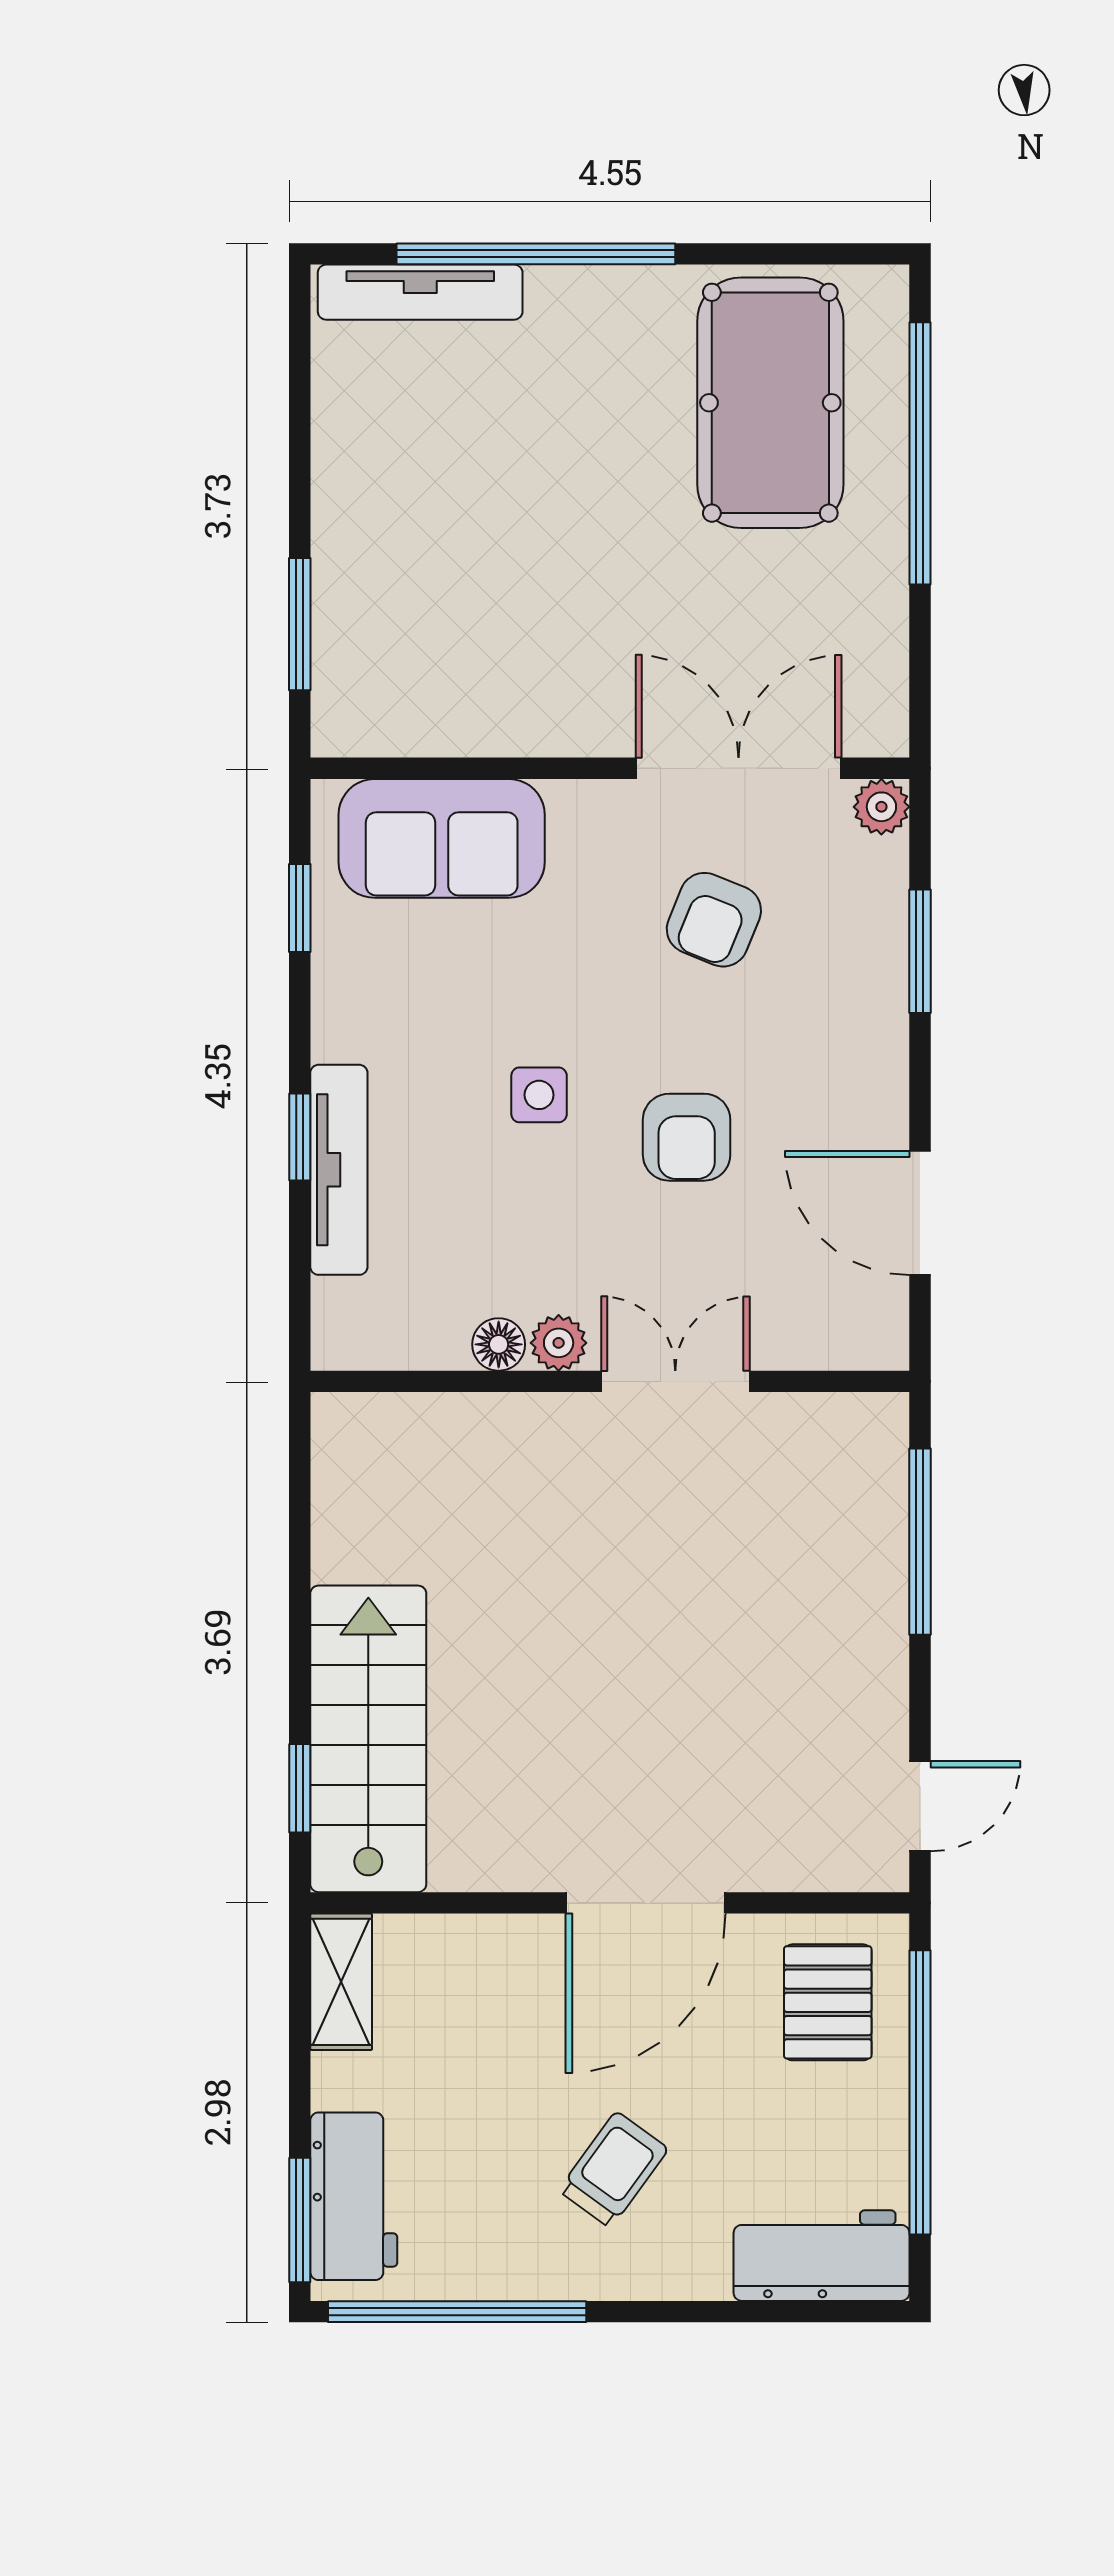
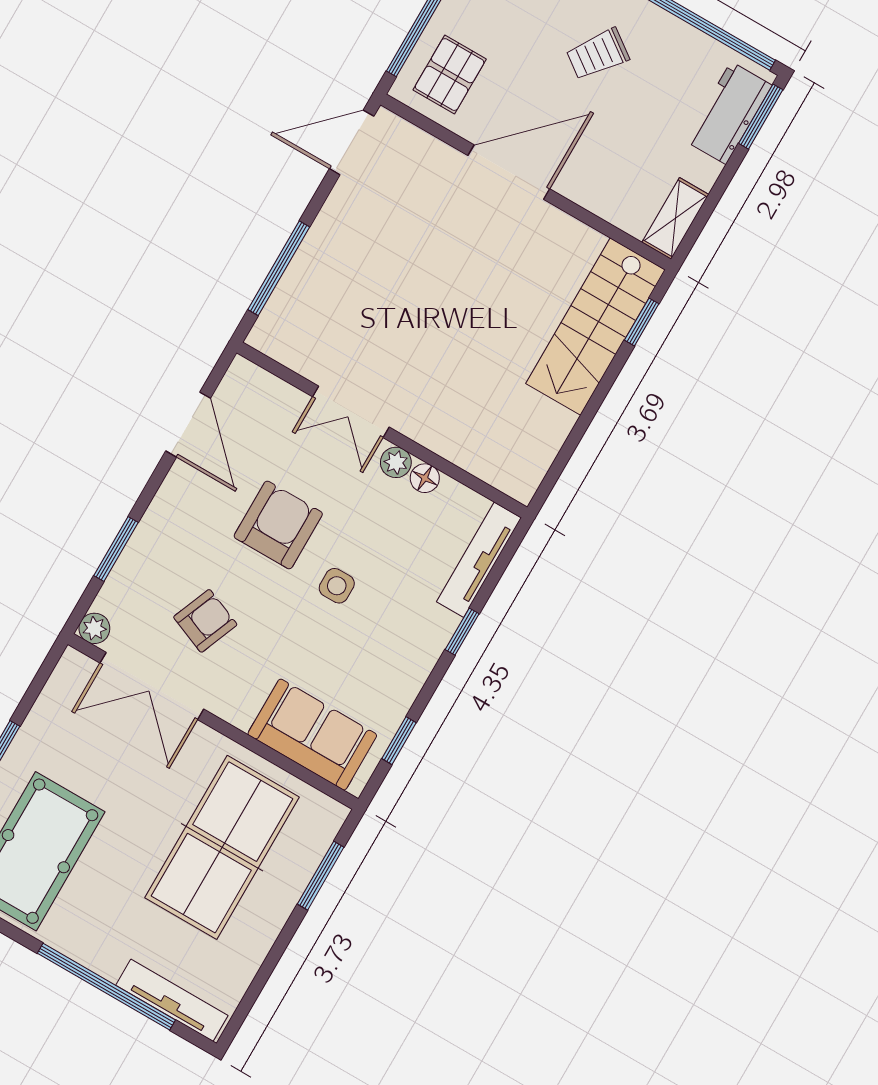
table tennis table: (481, 578) -> (222, 847), added
armchair: (687, 1137) -> (278, 525), width x1.38, depth x1.38
tv unit: (339, 1170) -> (479, 560), moved
door: (920, 1806) -> (352, 142), width x1.38

